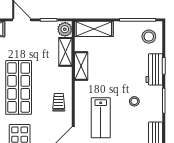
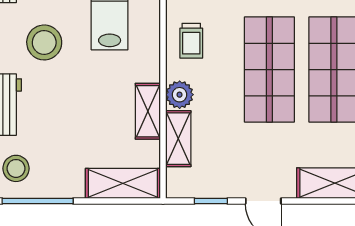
plant: (65, 29) -> (180, 95), moved
stool: (134, 101) -> (44, 42), width x1.89, depth x1.89

